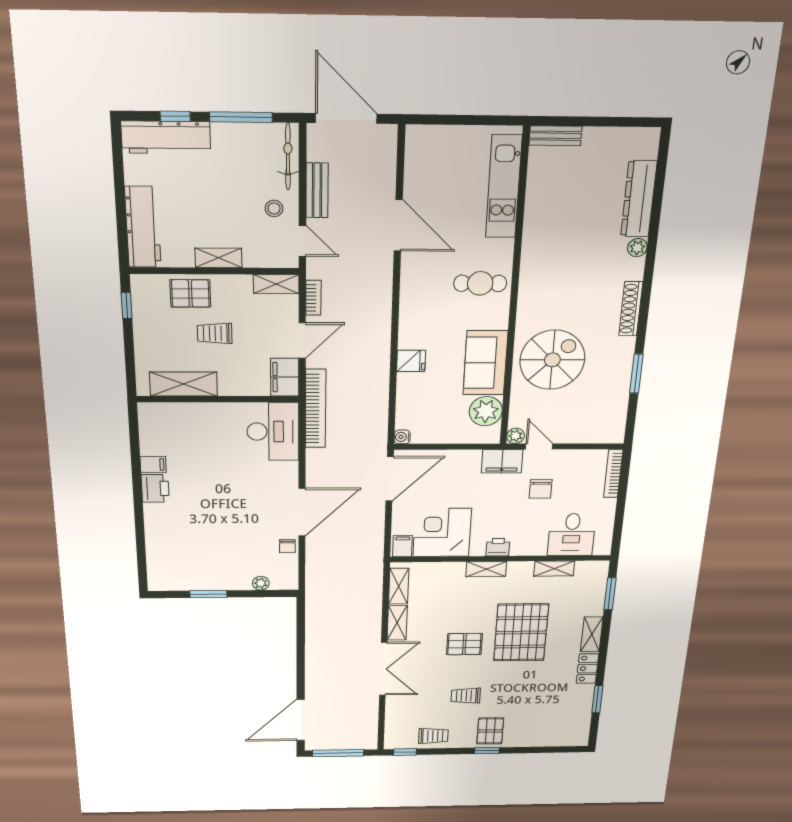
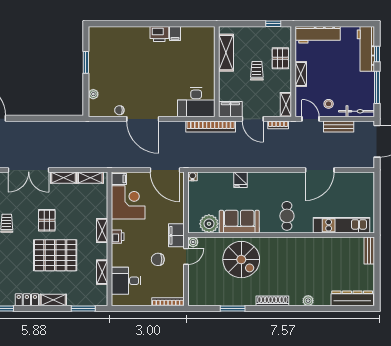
dresser: (639, 199) -> (352, 298), moved
door: (302, 241) -> (311, 119), swing flipped

